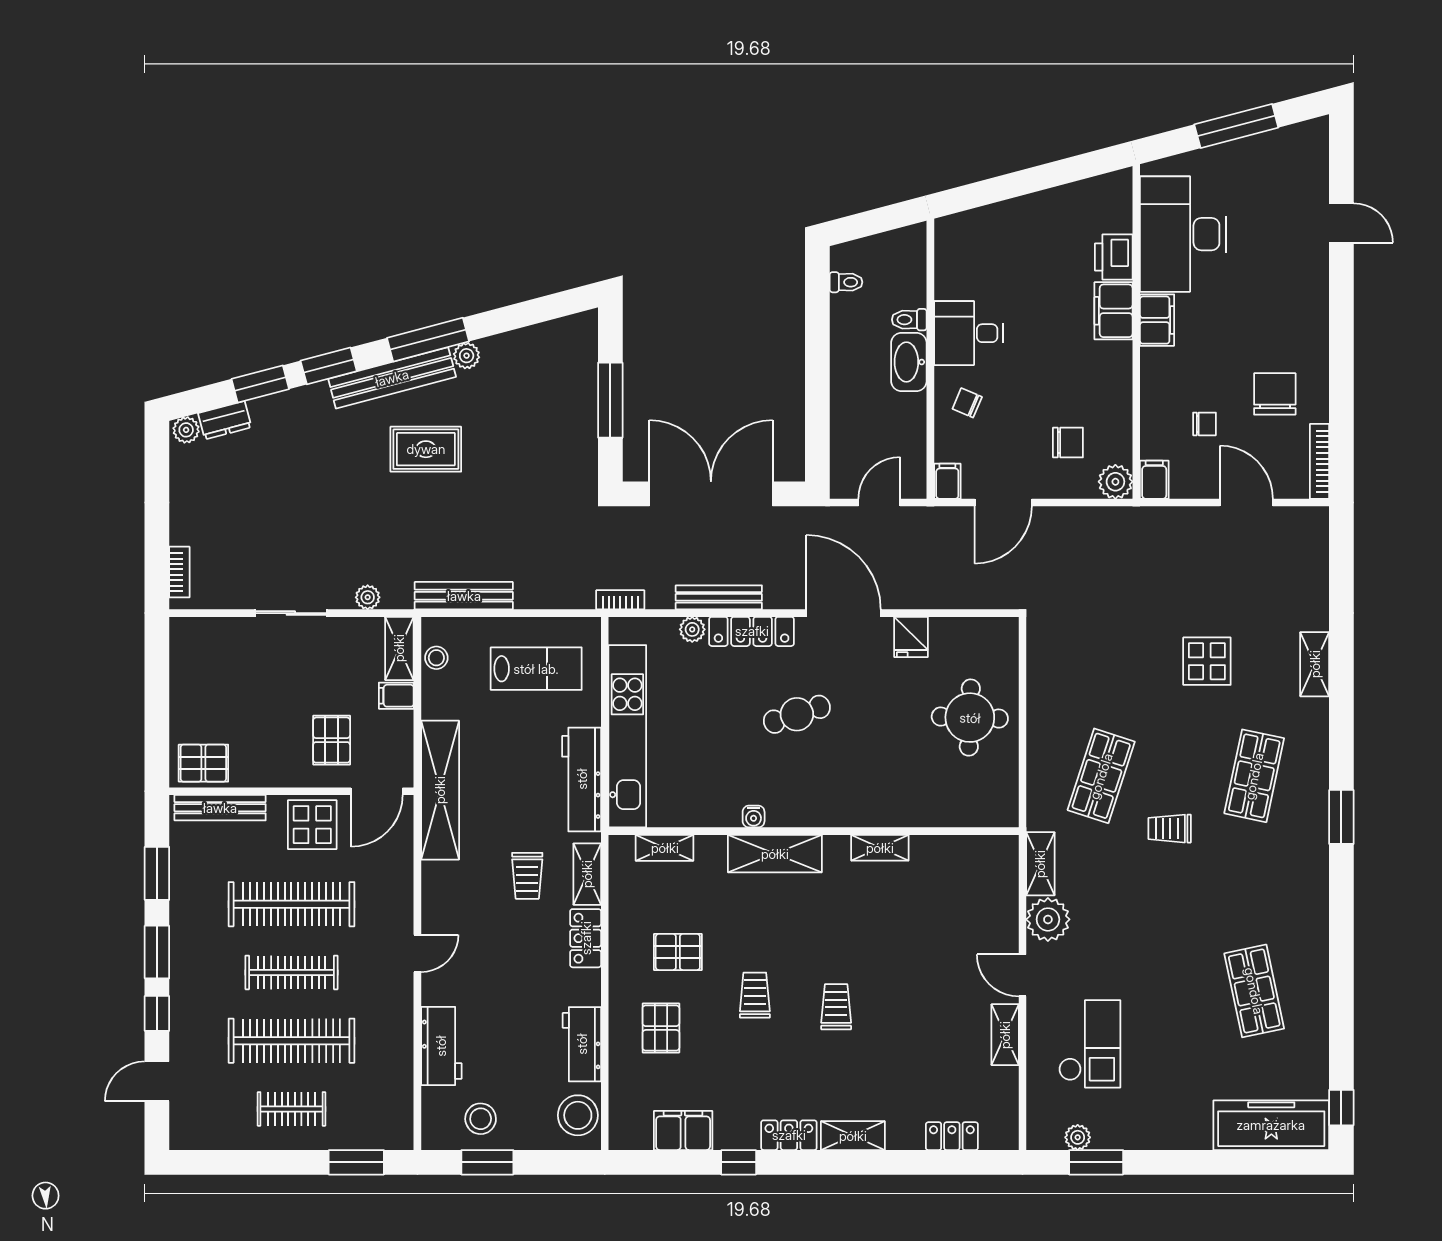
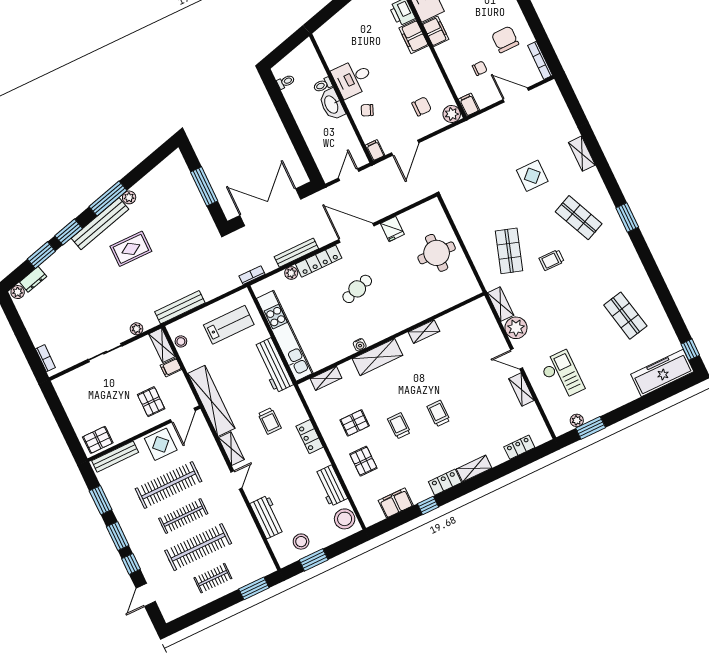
shop shelf: (1254, 776) -> (579, 218), turned -36
shelving: (587, 874) -> (231, 449), moved

